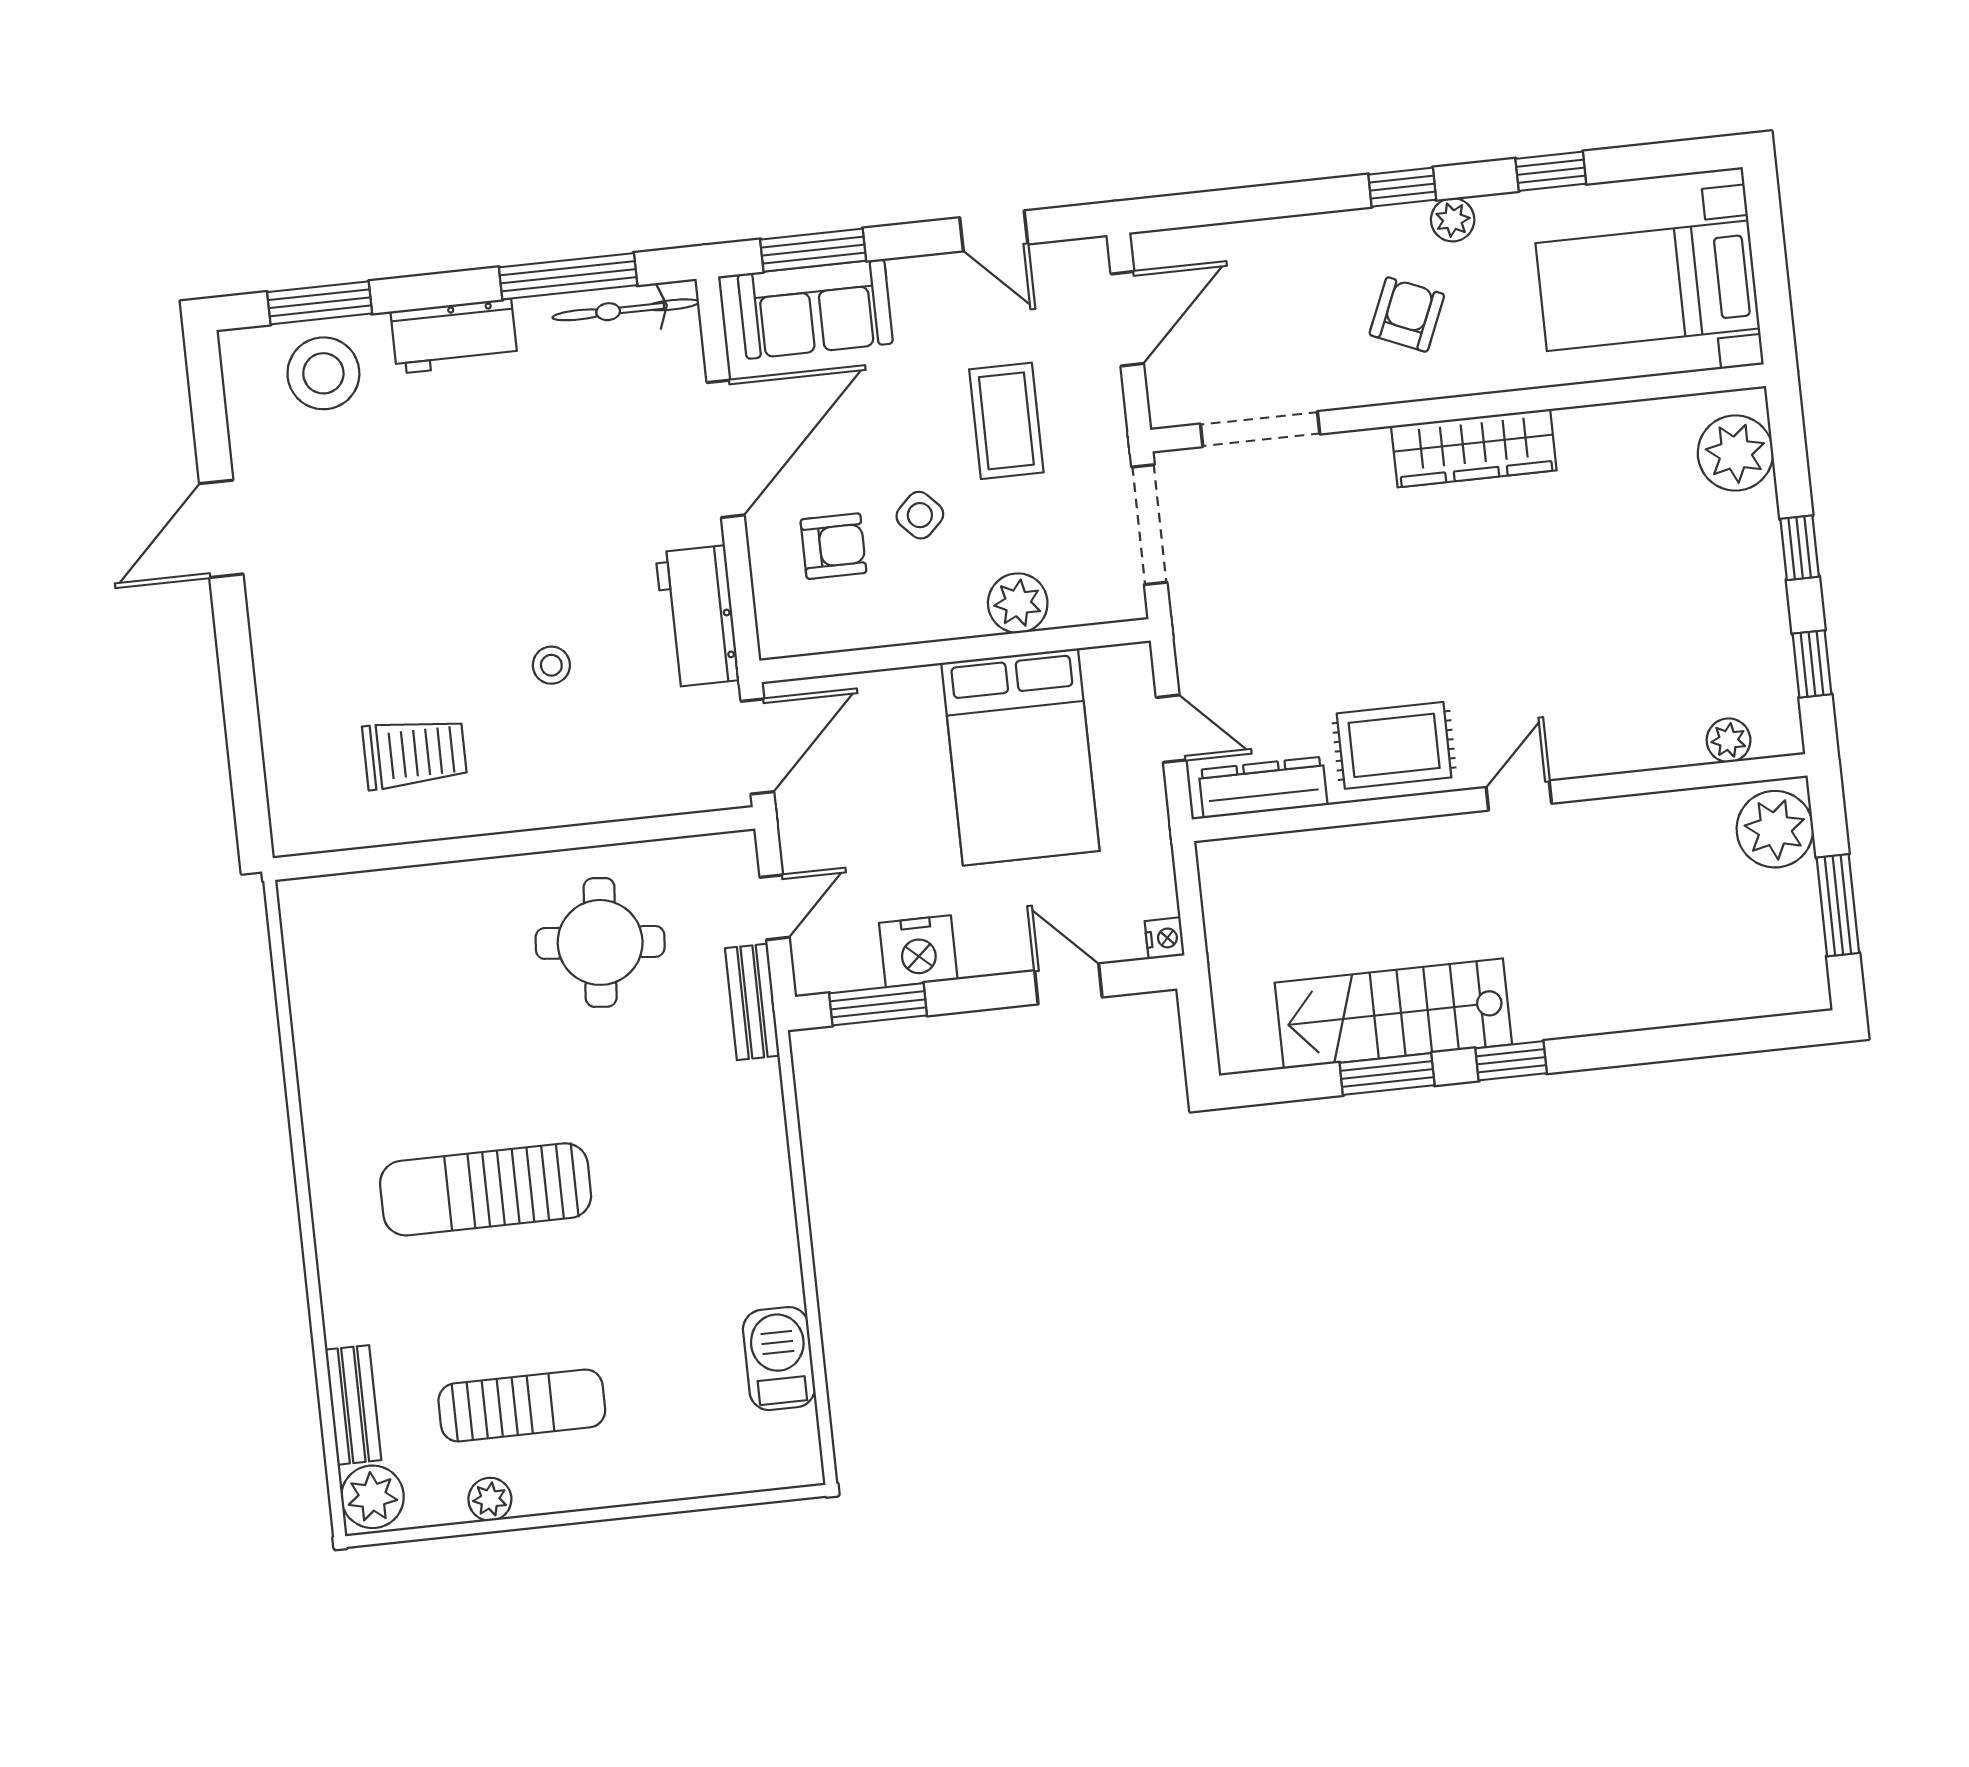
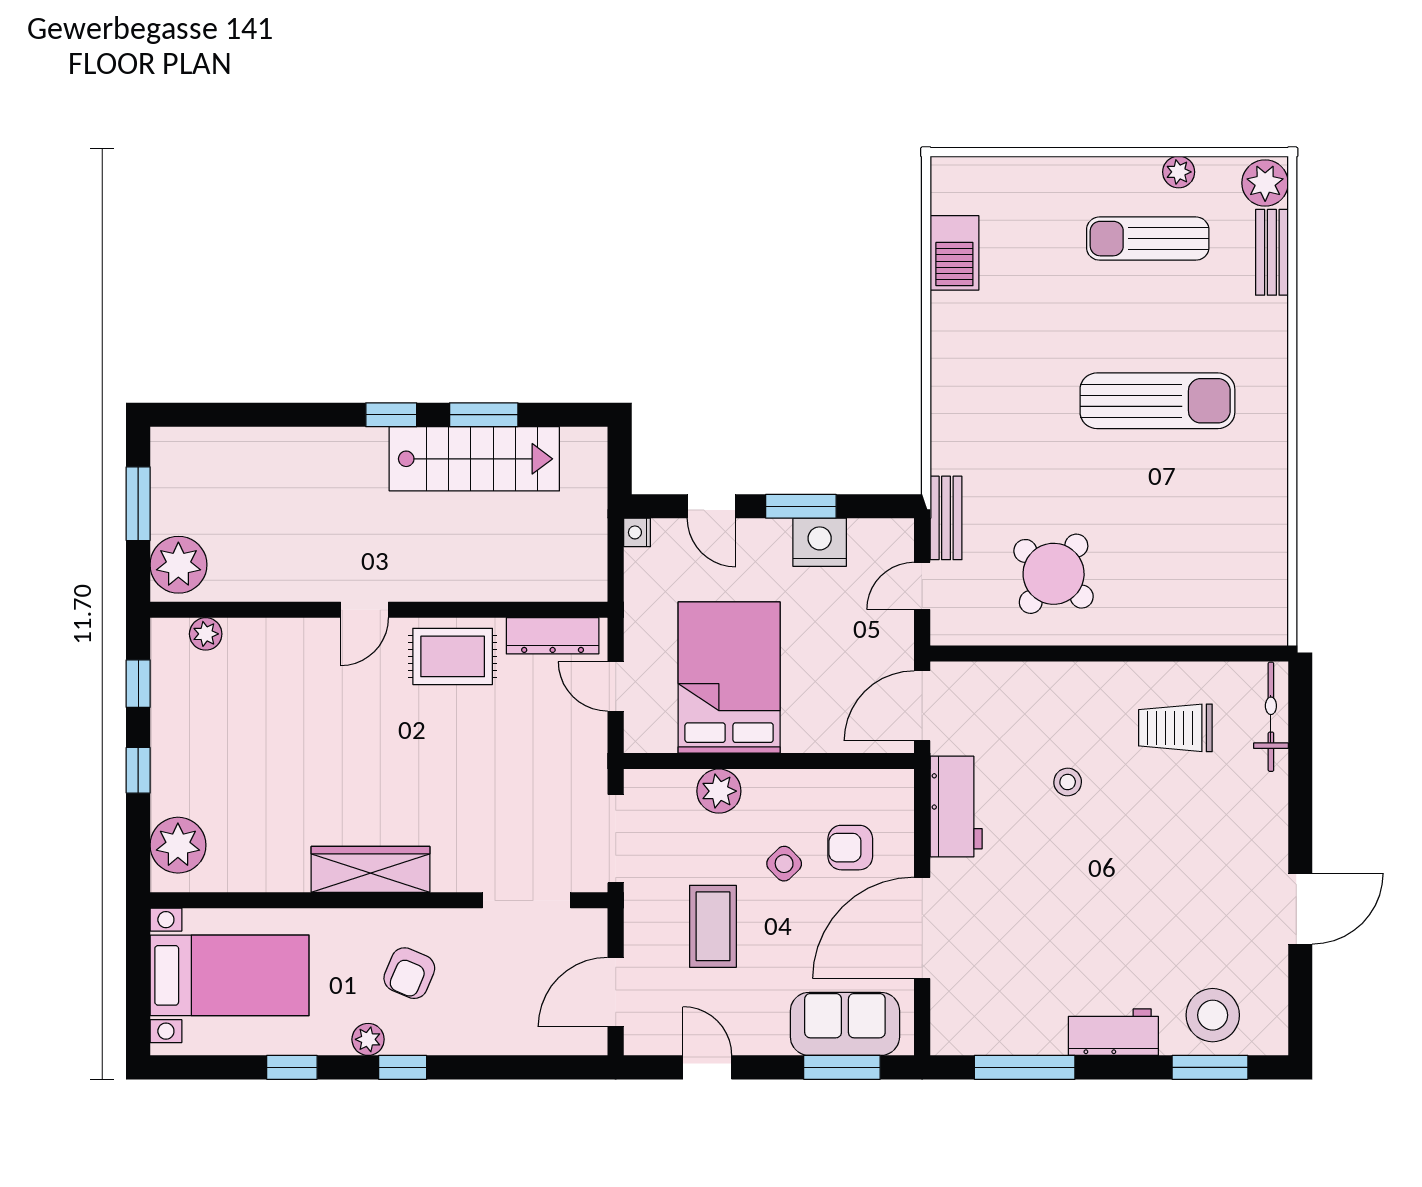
bicycle: (626, 310) -> (1271, 717), moved, turned -90
round table: (600, 942) -> (1054, 574), turned 34
window: (878, 1004) -> (801, 506), moved

